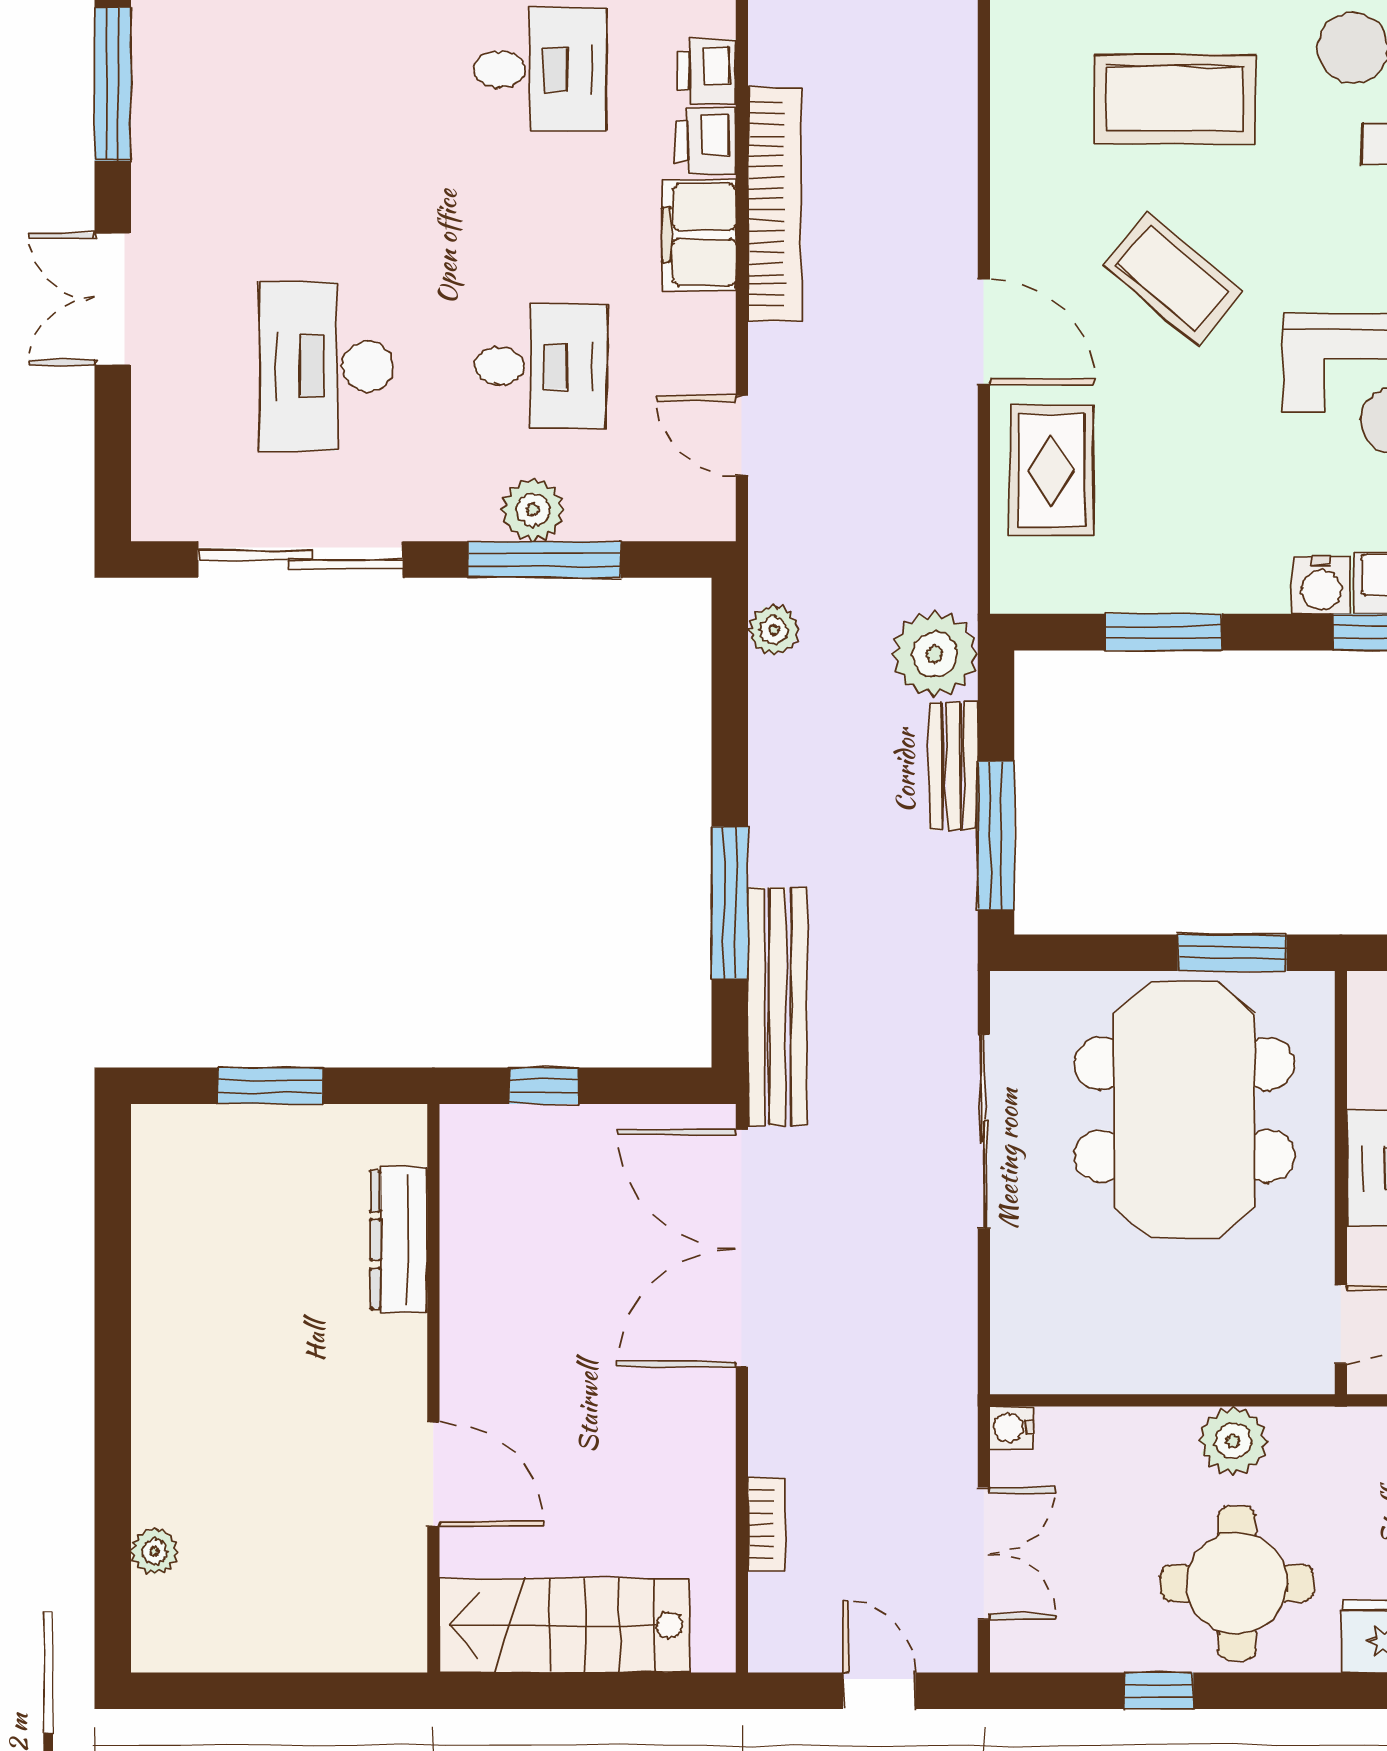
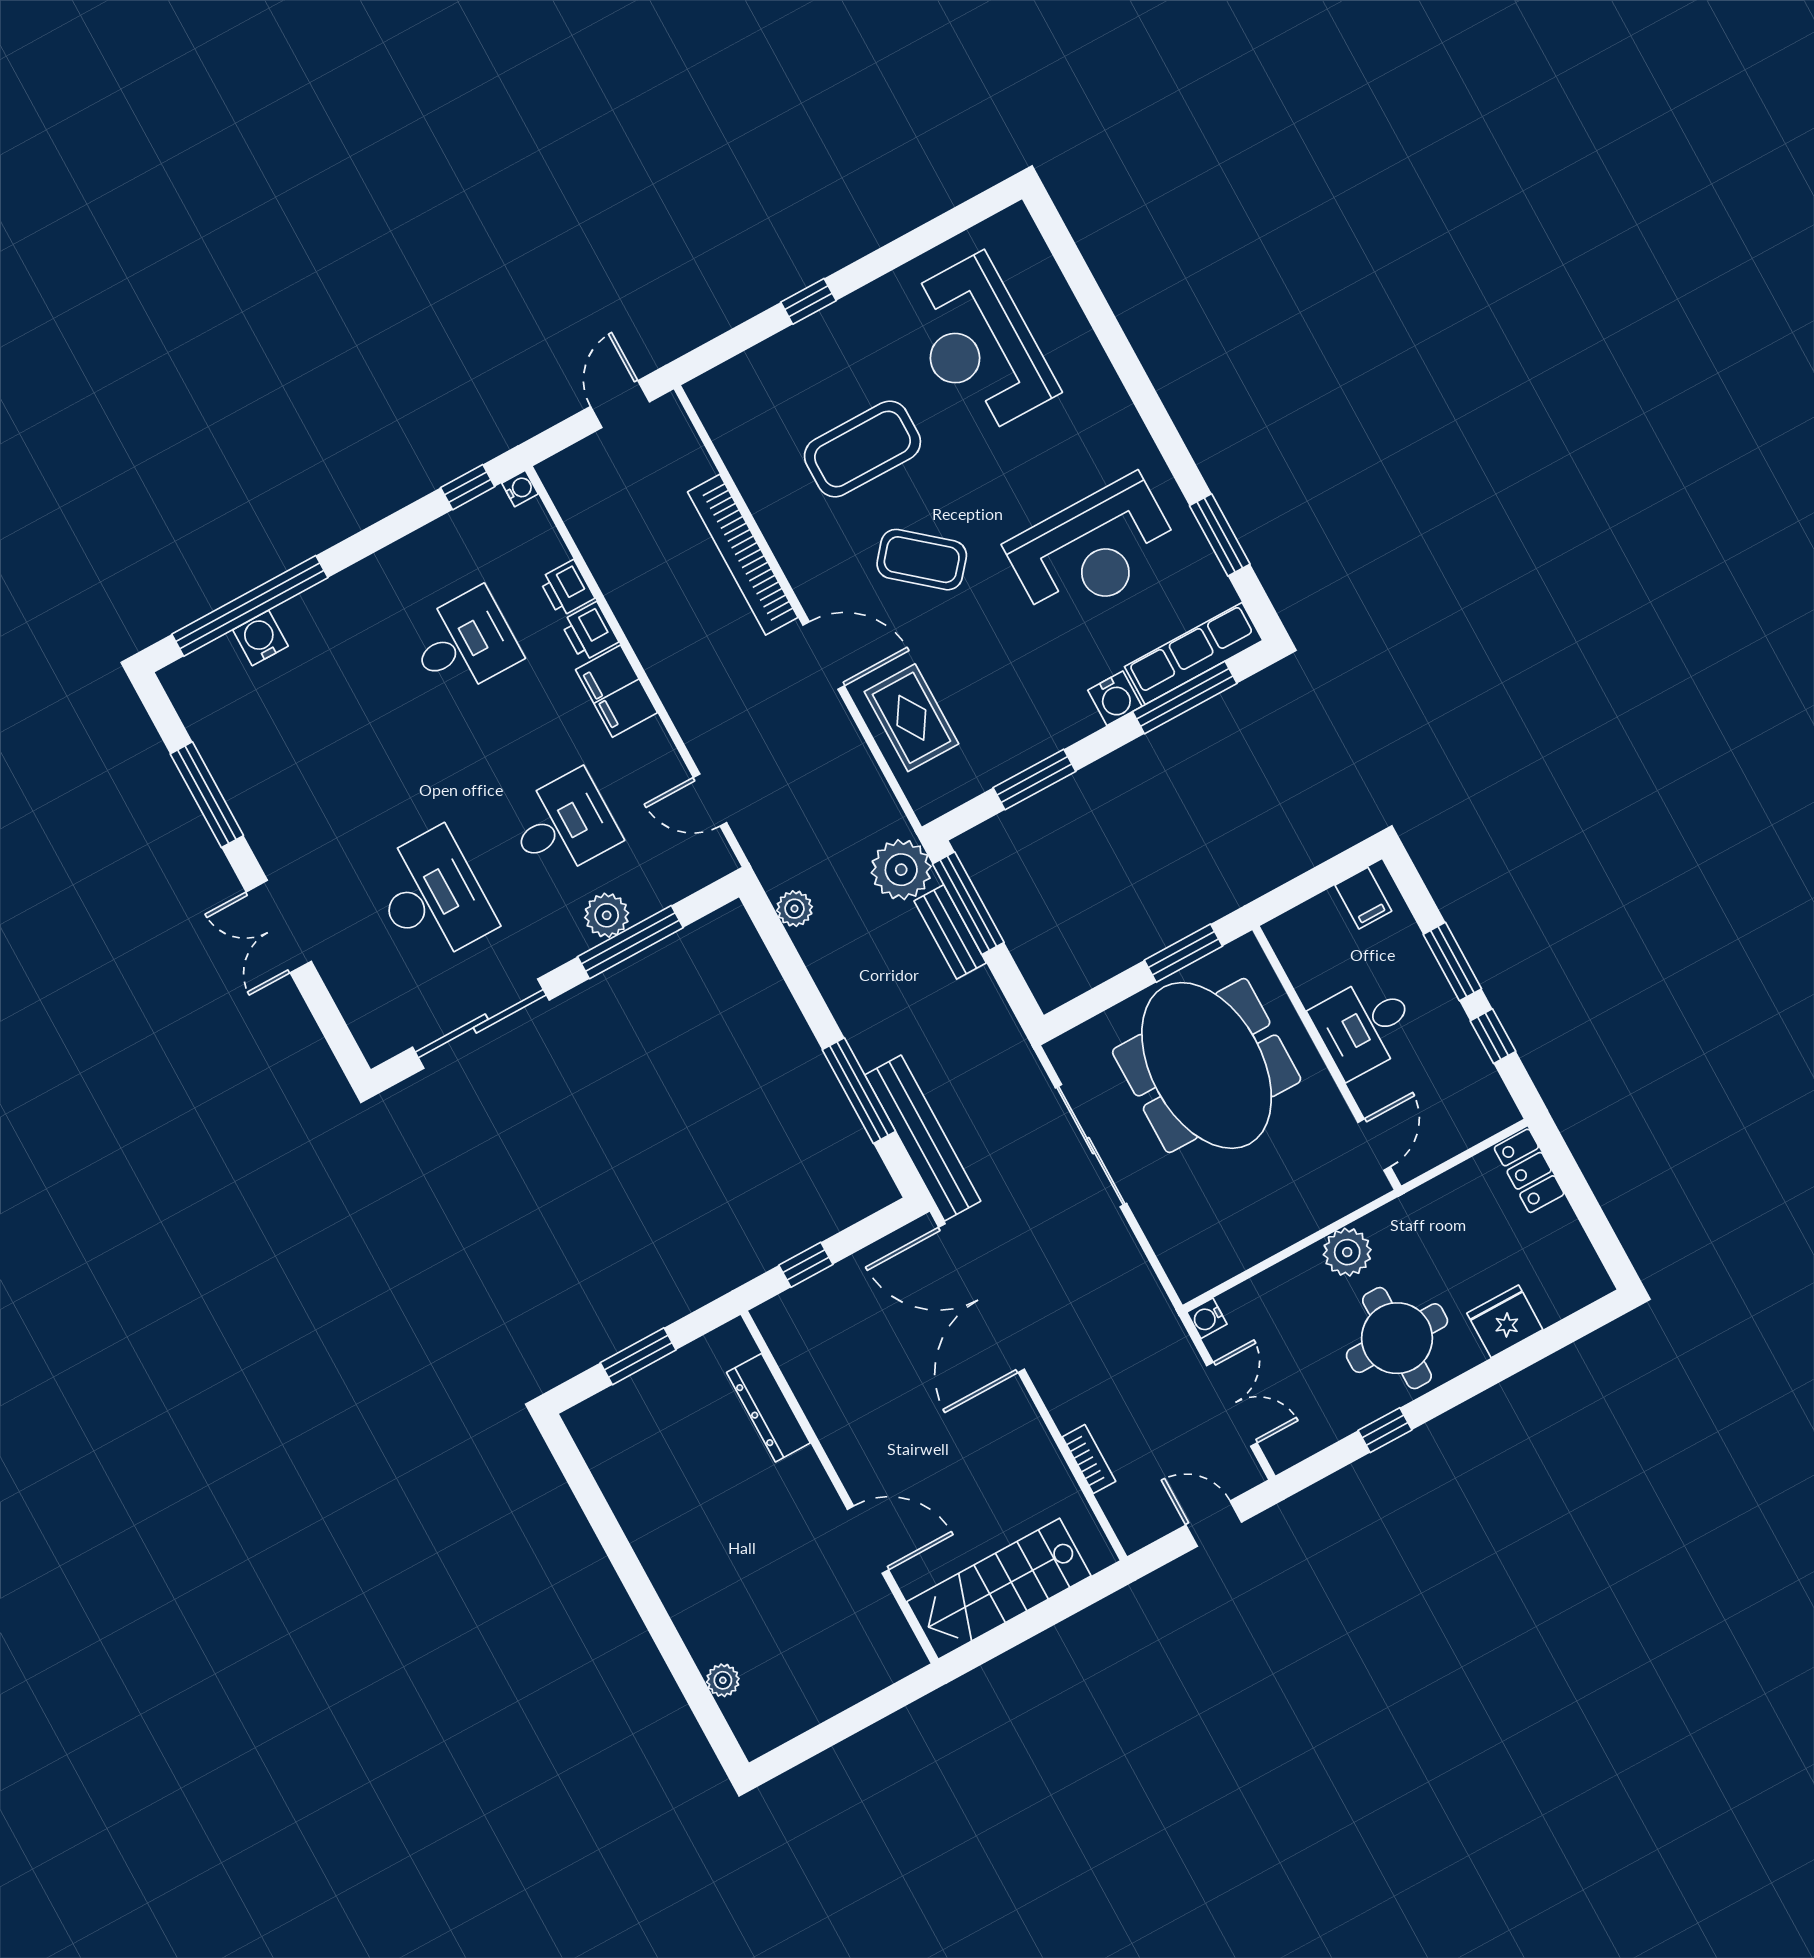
bookcase: (774, 204) -> (743, 555), moved, turned 180
desk: (326, 366) -> (432, 896), turned 180
window: (996, 835) -> (968, 903), moved

